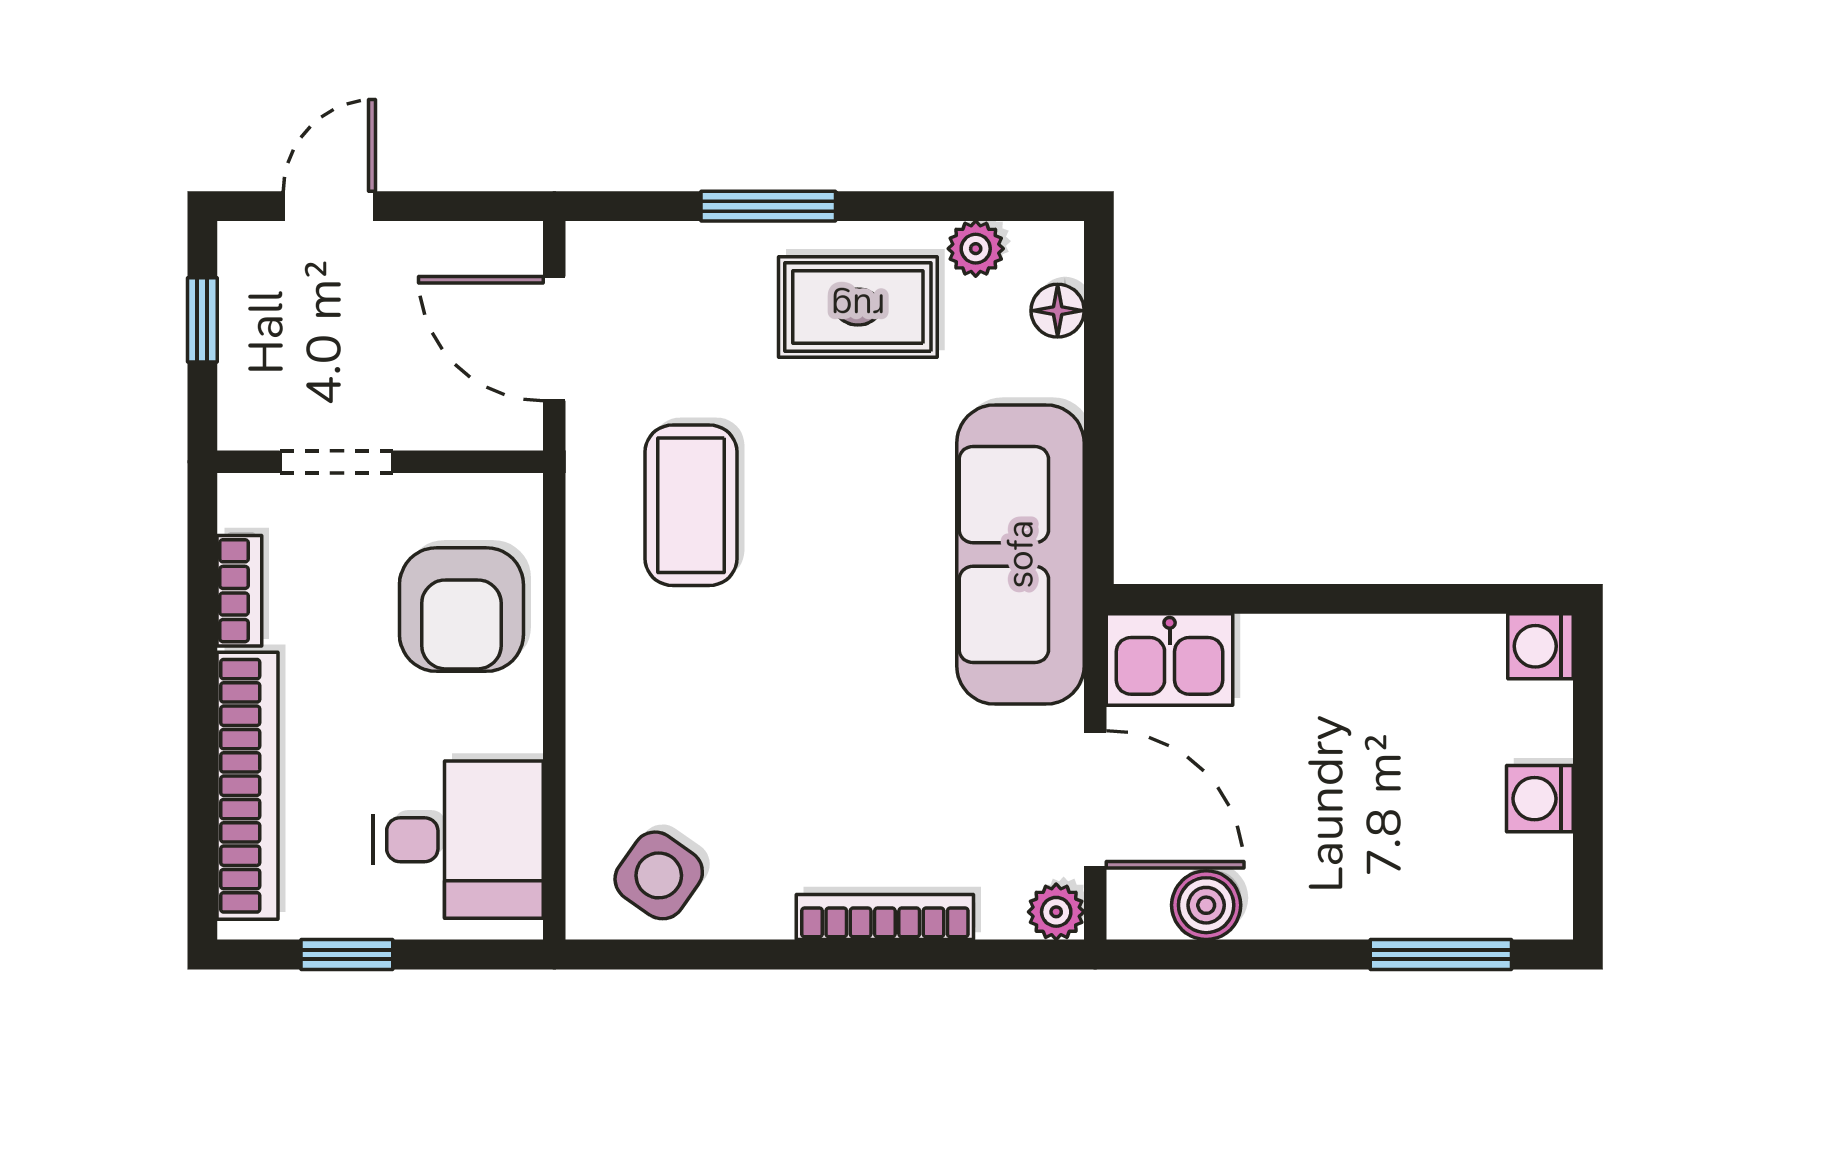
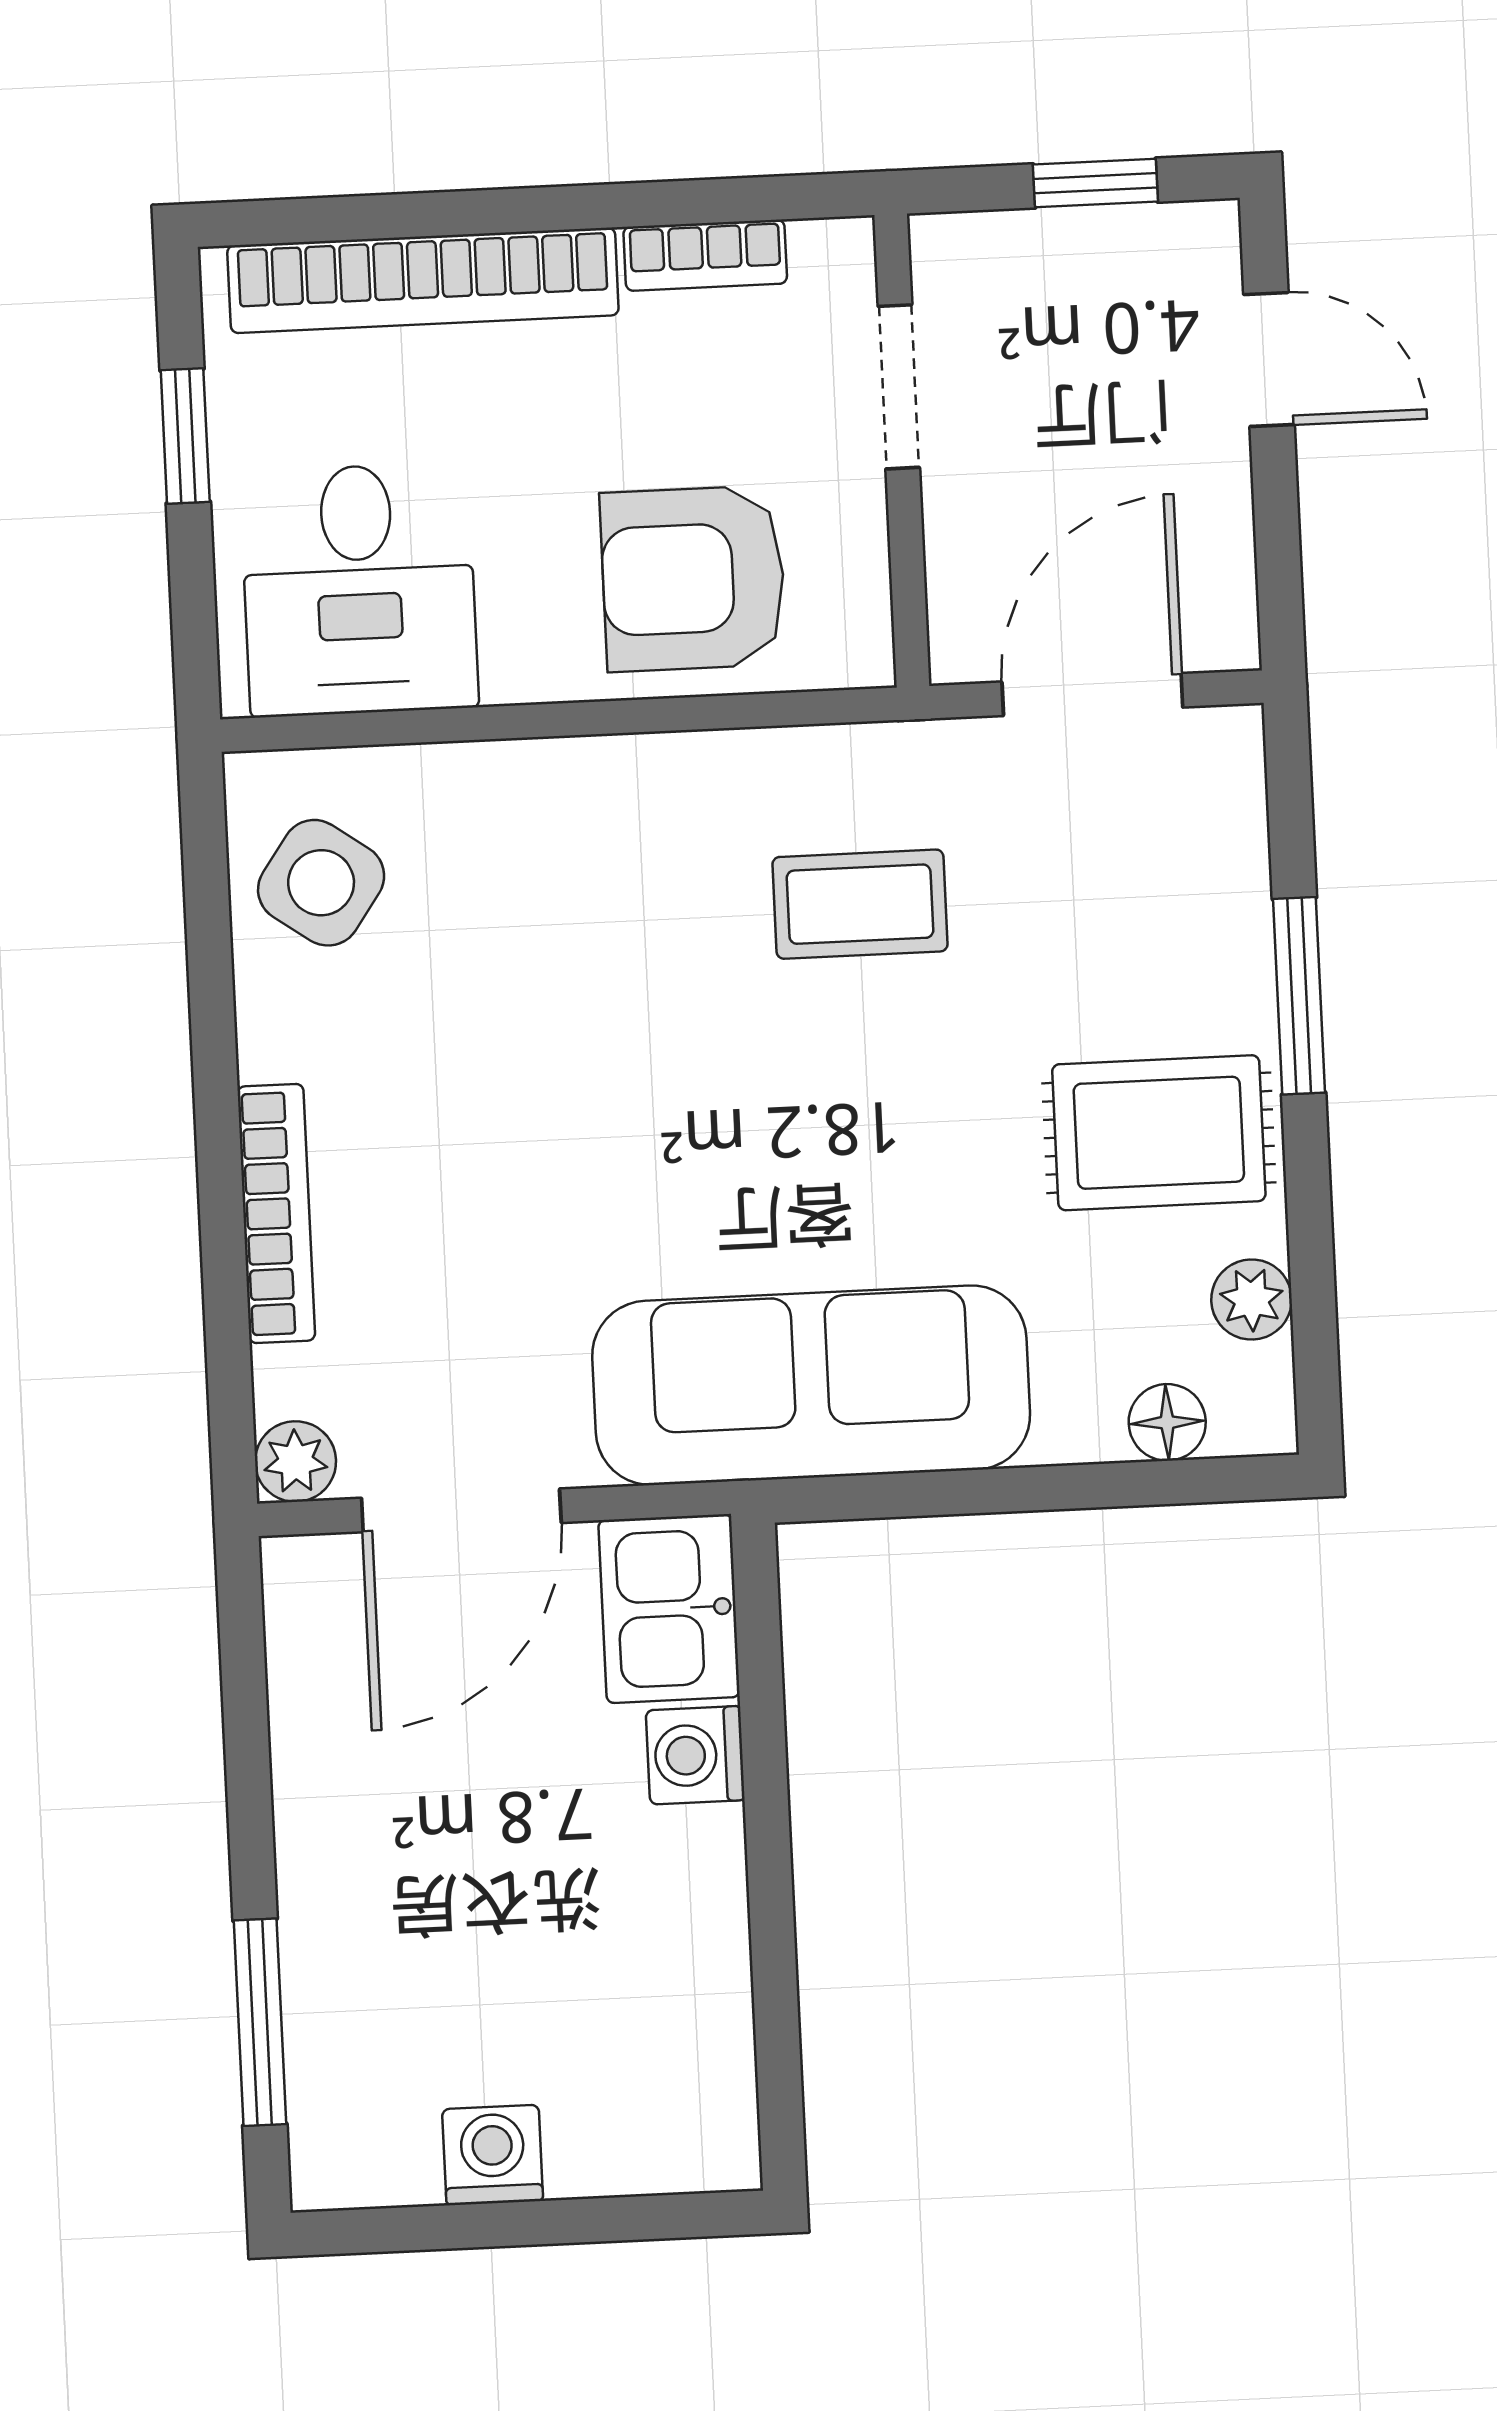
rug: (858, 307) -> (1159, 1133), turned 90
coffee table: (691, 505) -> (860, 904), width x0.73, depth x0.77
washing machine: (1541, 646) -> (695, 1755), moved, turned -90
boiler: (1206, 905) -> (315, 1679), removed

